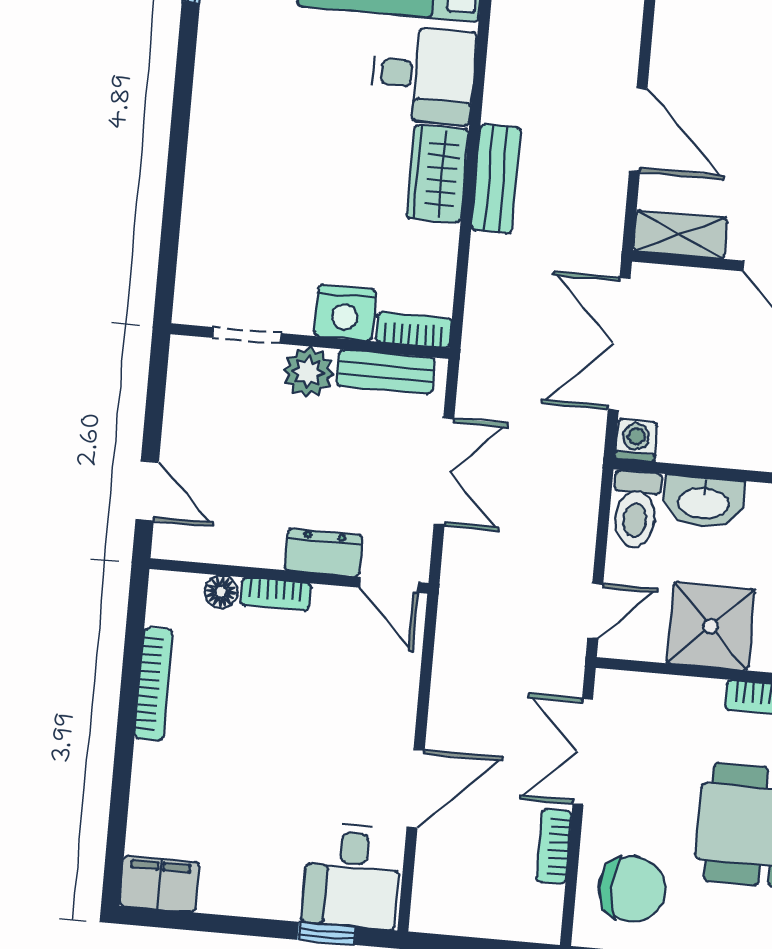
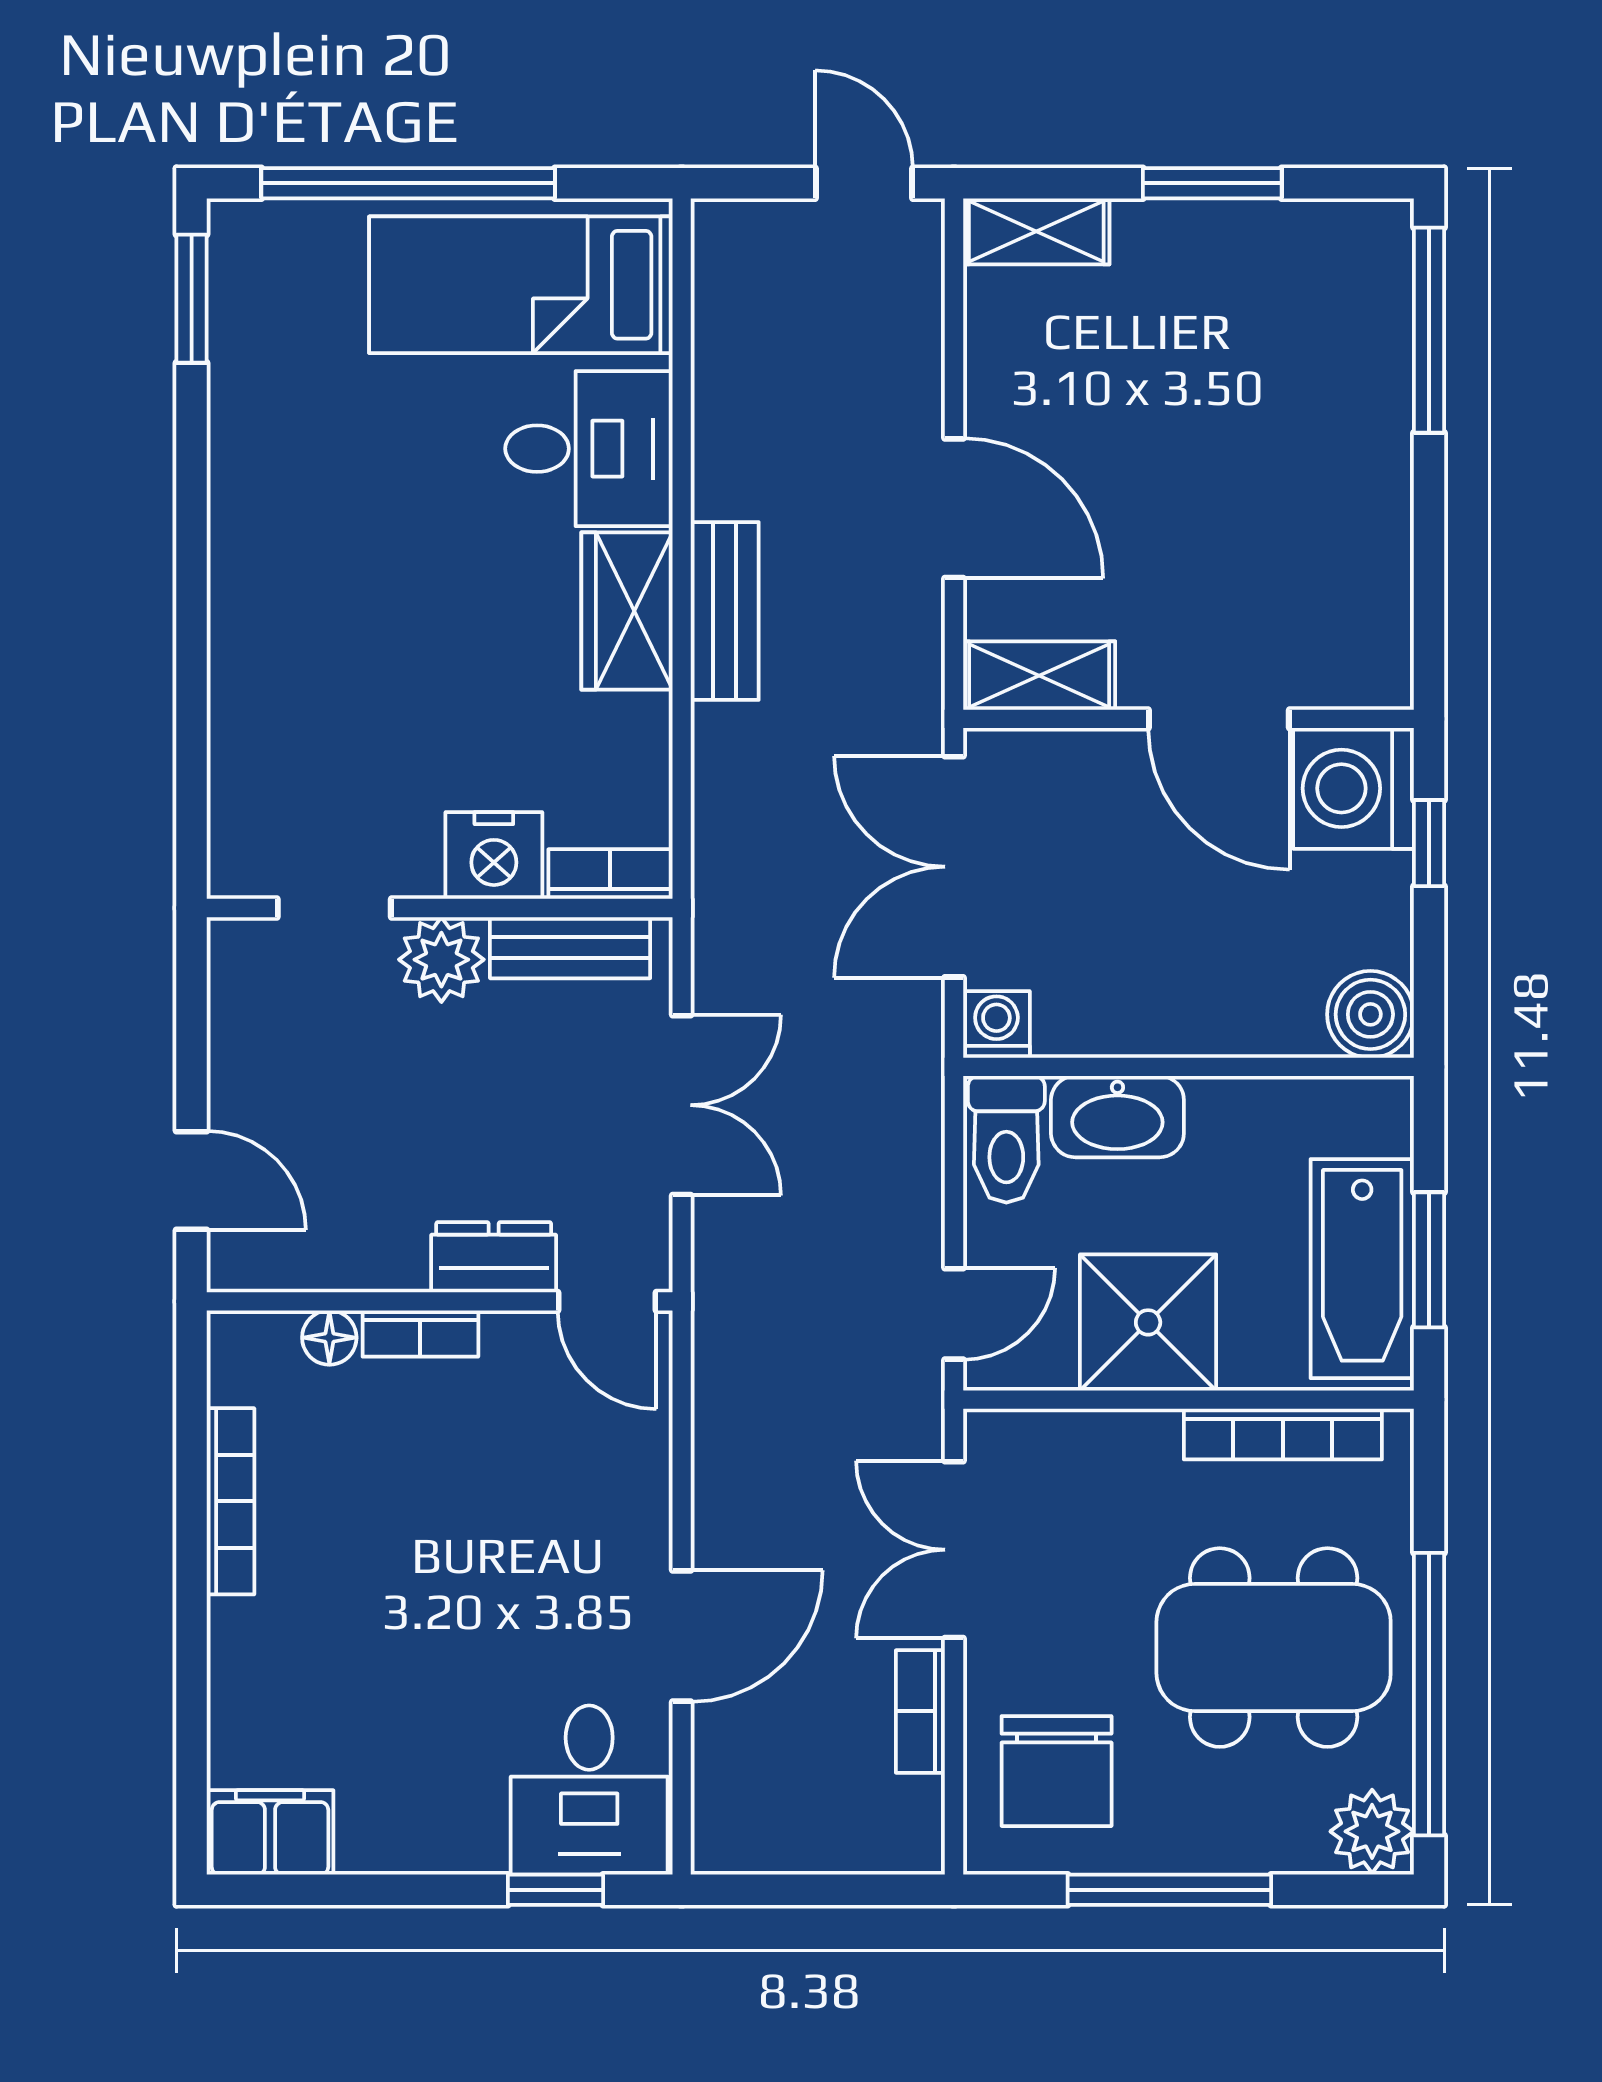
chair: (632, 889) -> (1057, 1771), turned 90

